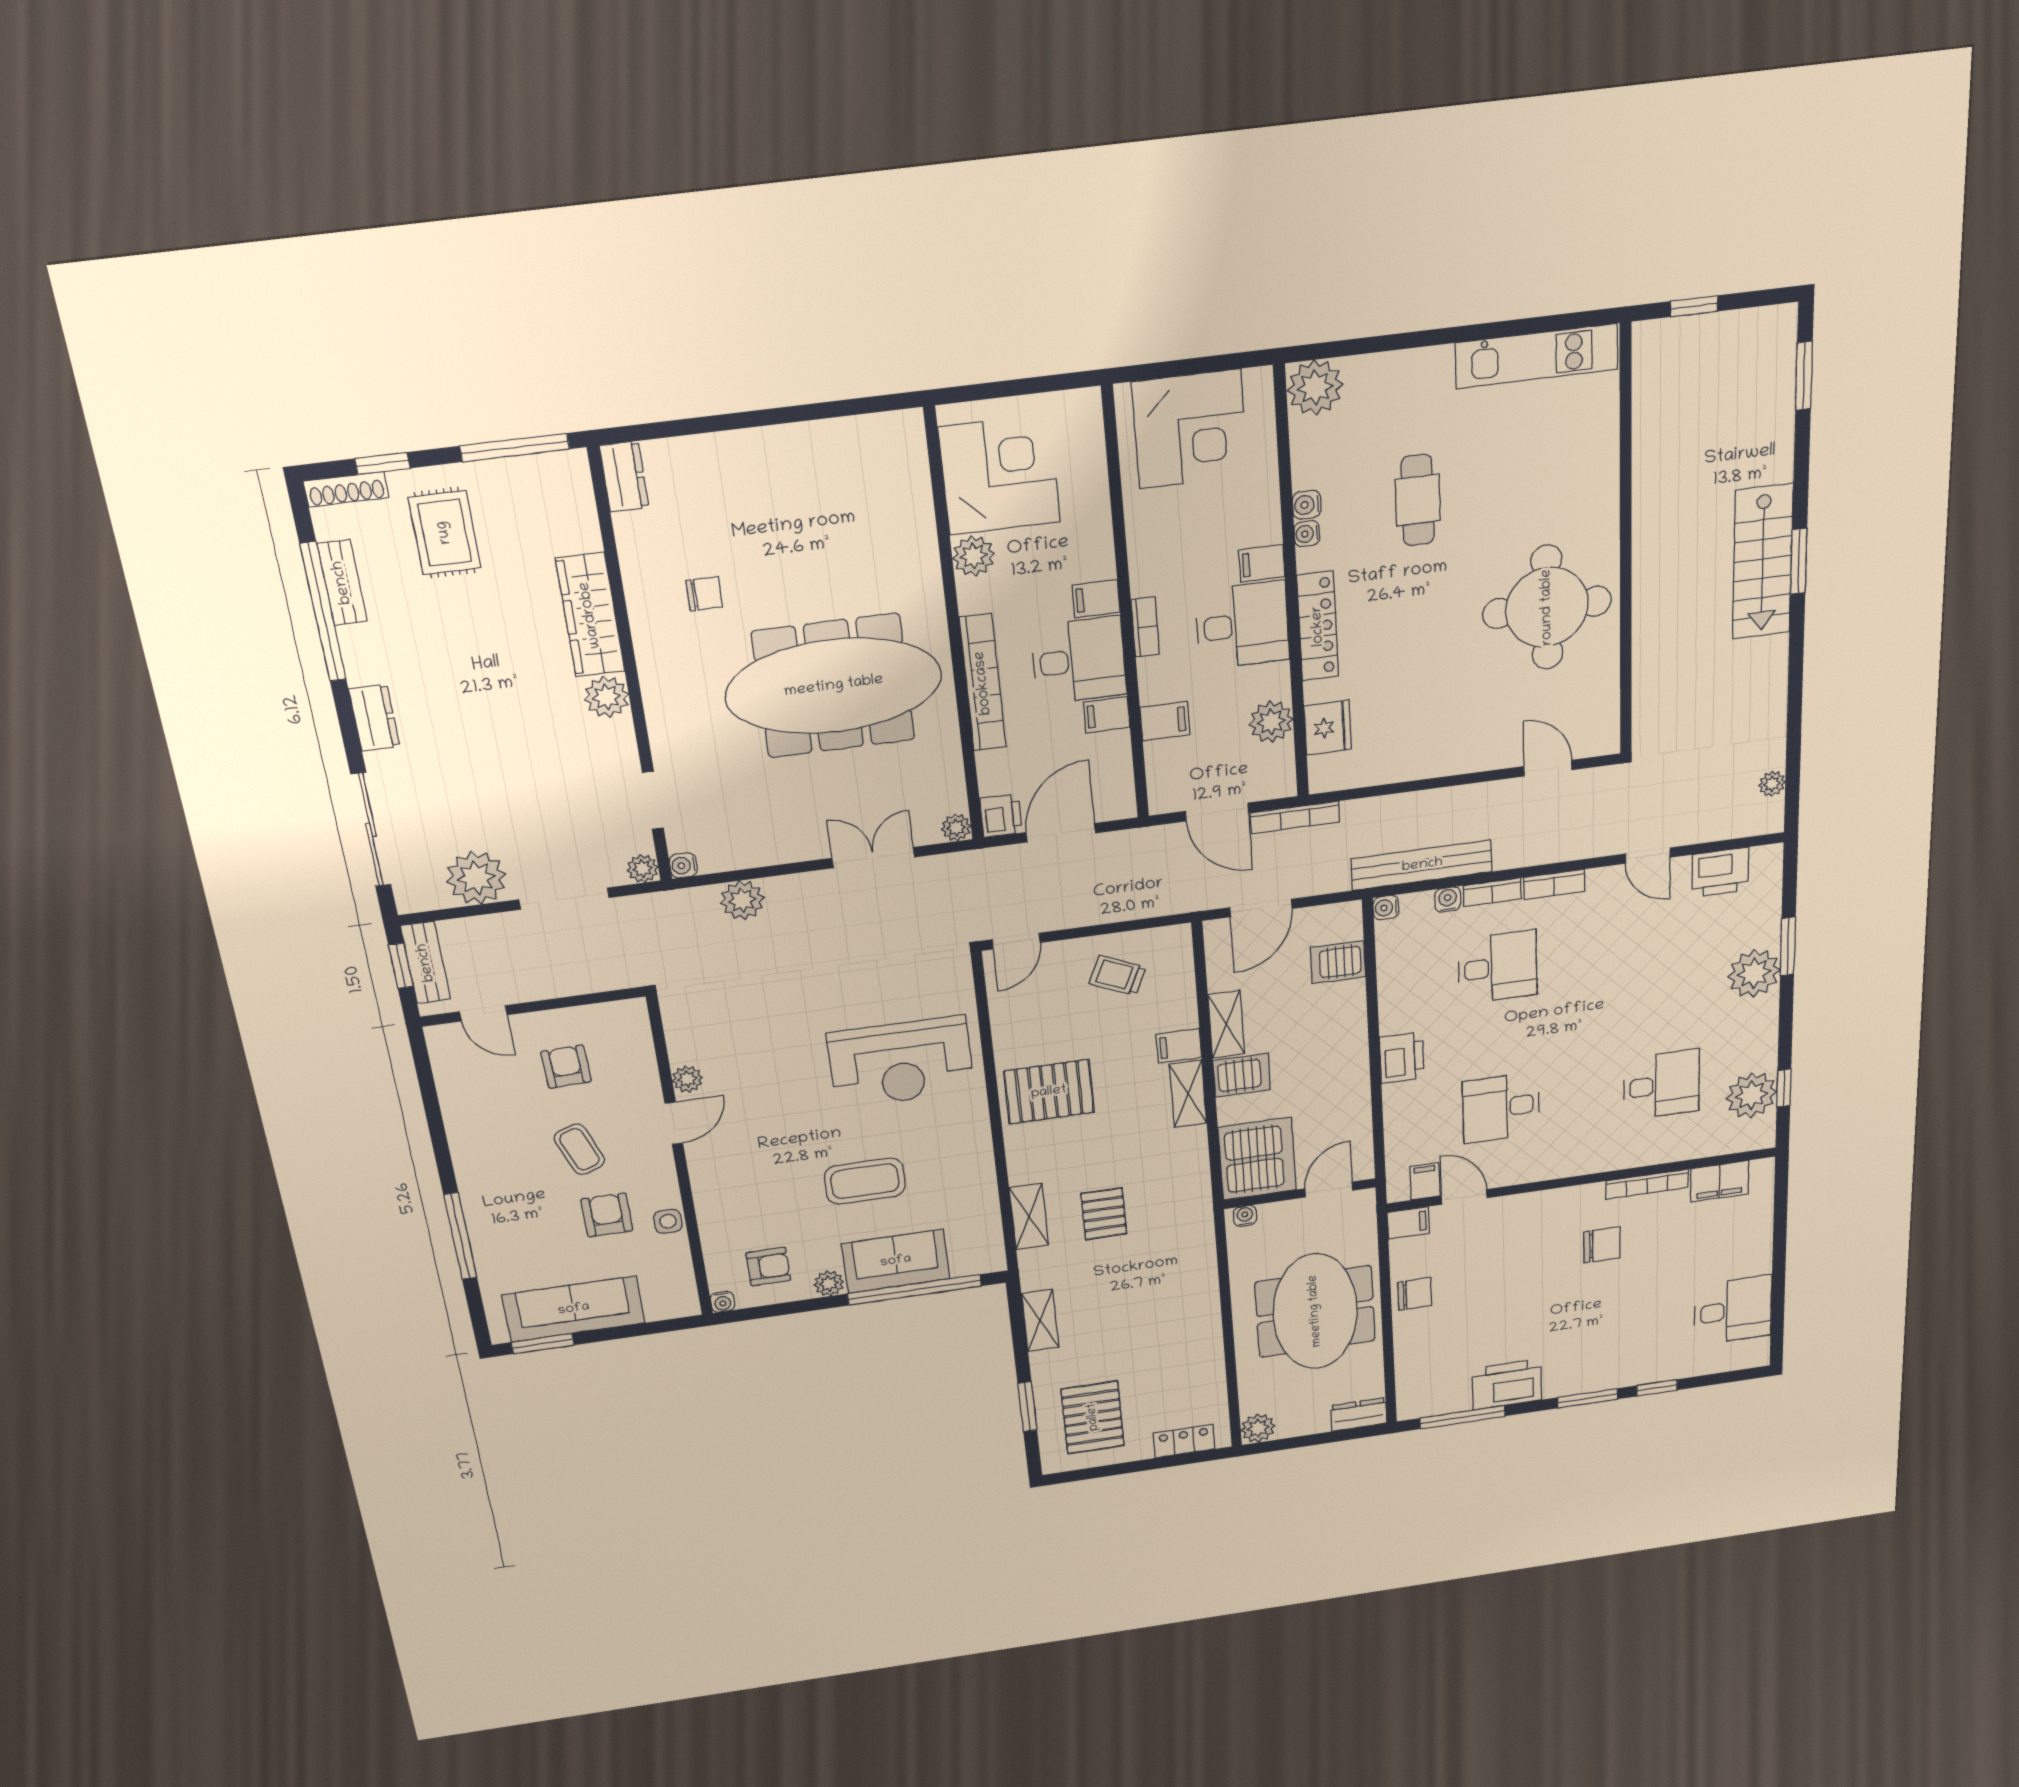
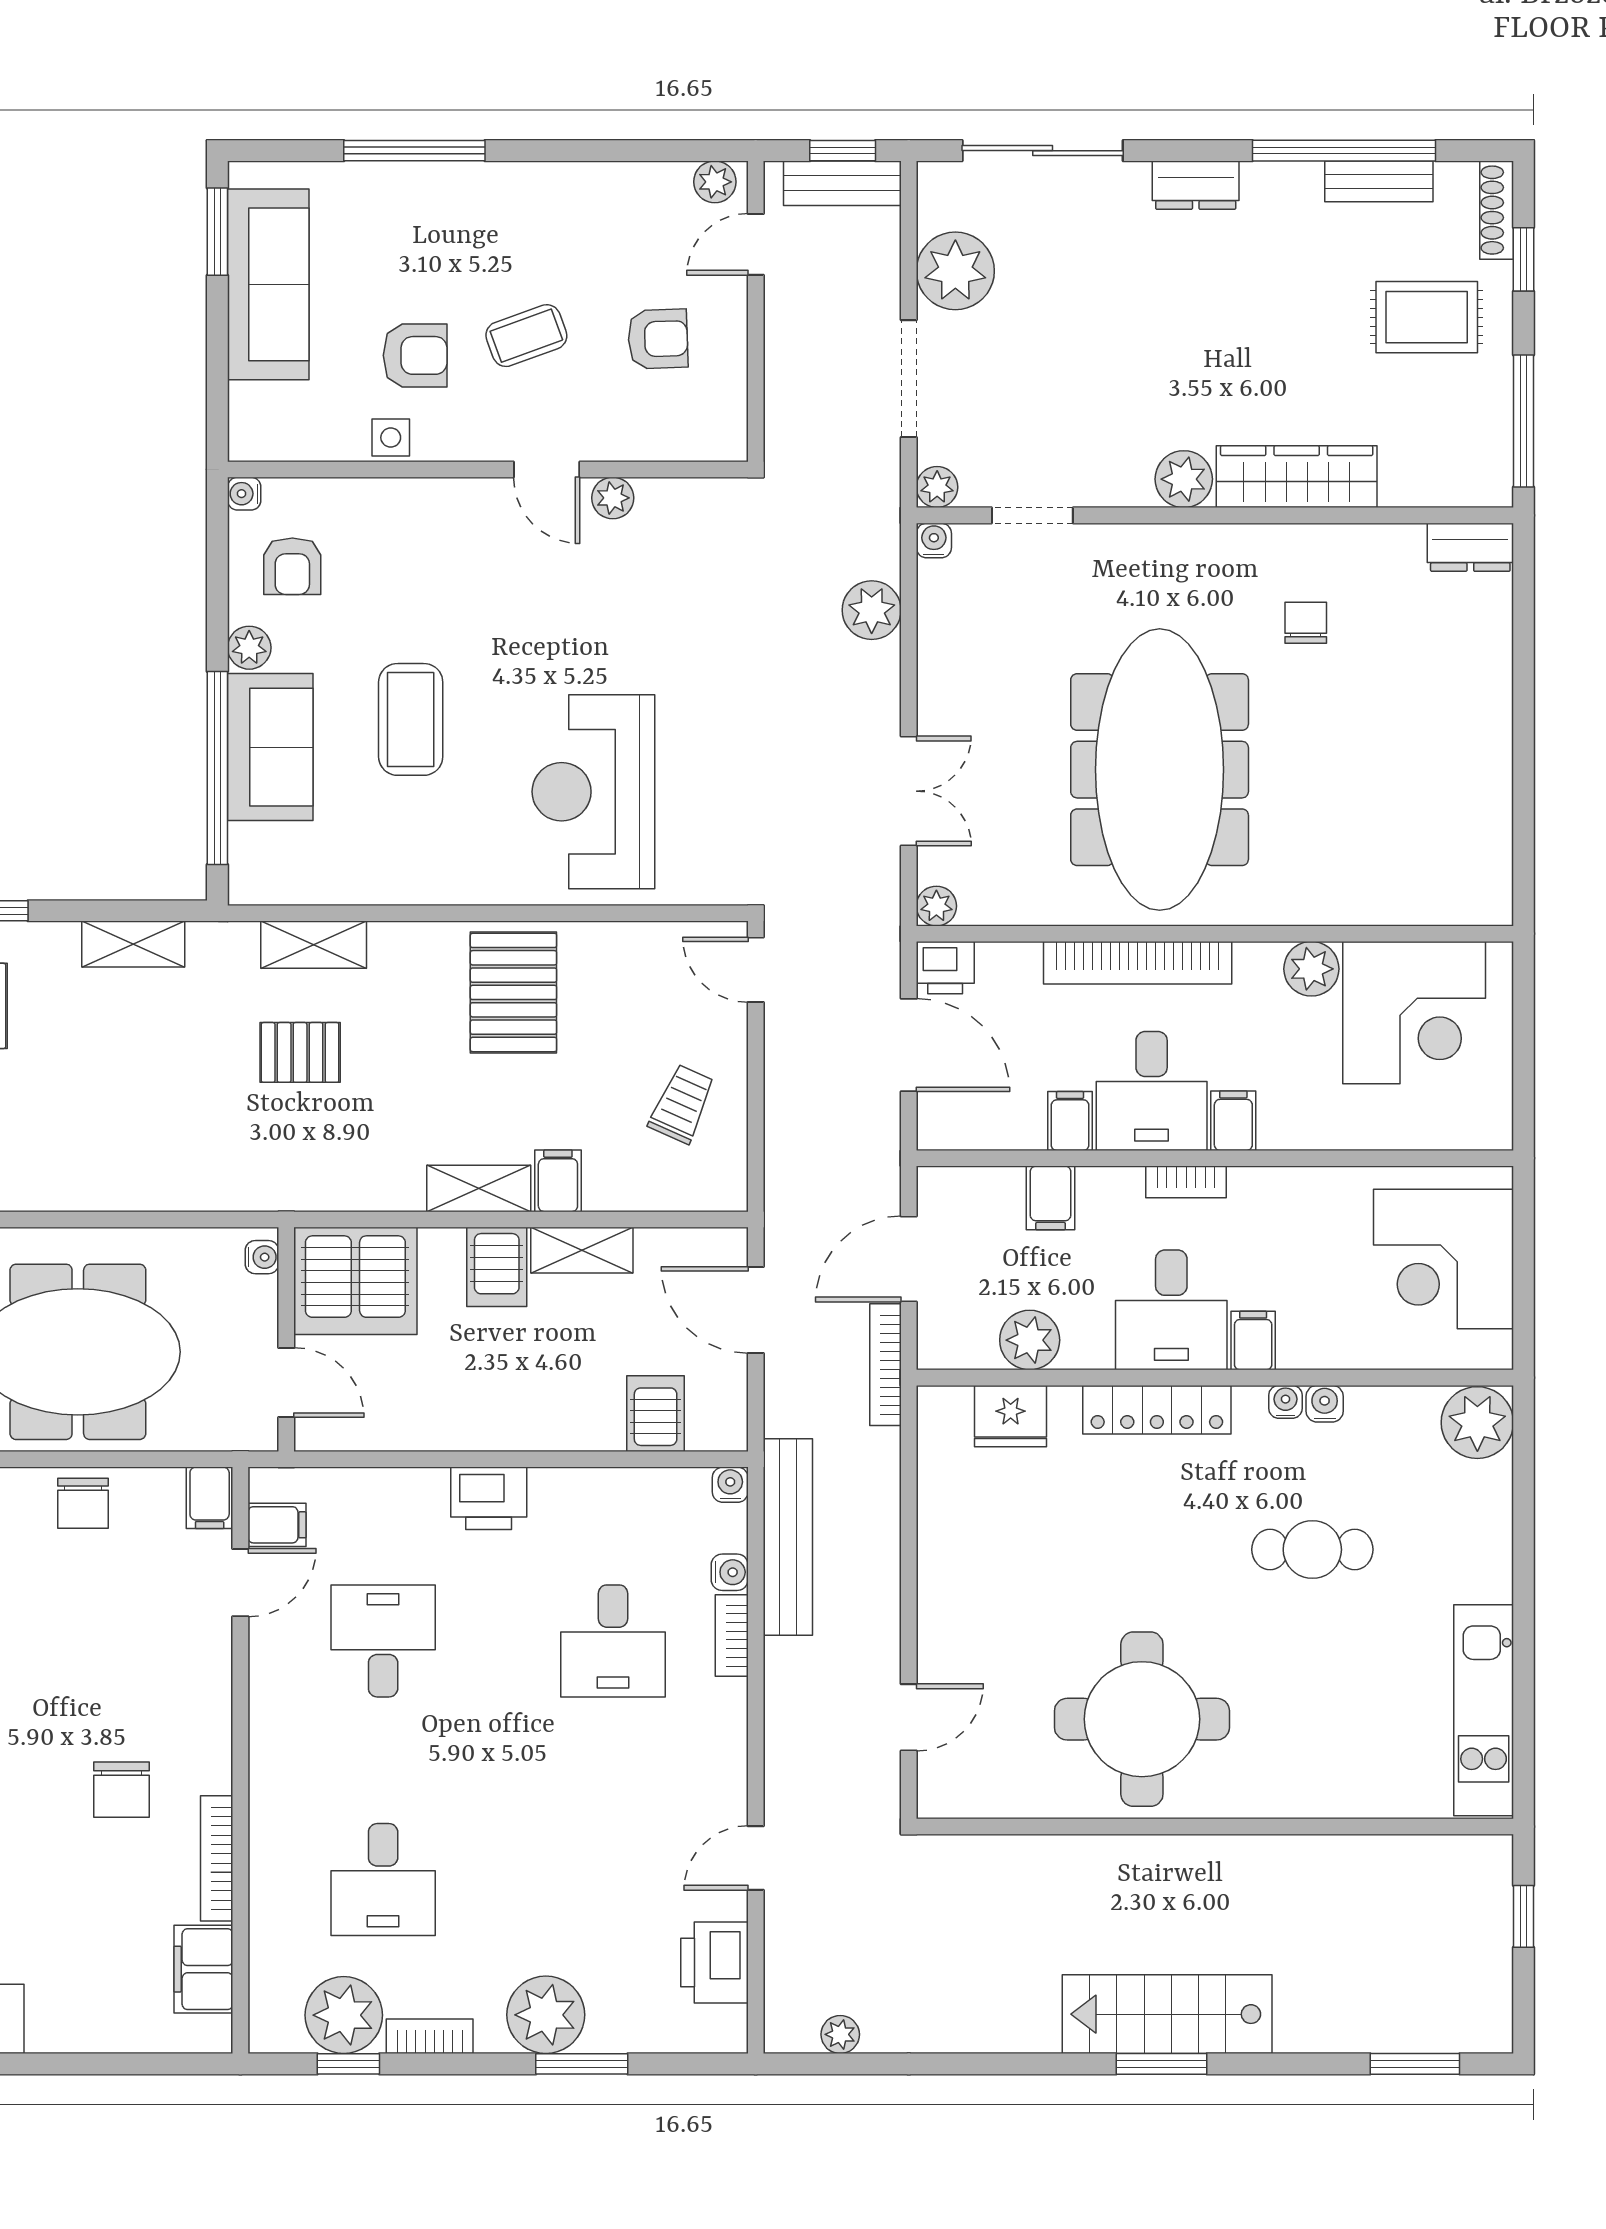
chair: (704, 594) -> (1306, 623), turned 180
bookcase: (1554, 884) -> (430, 2036), moved, turned 90
plant: (442, 1046) -> (715, 182), added

